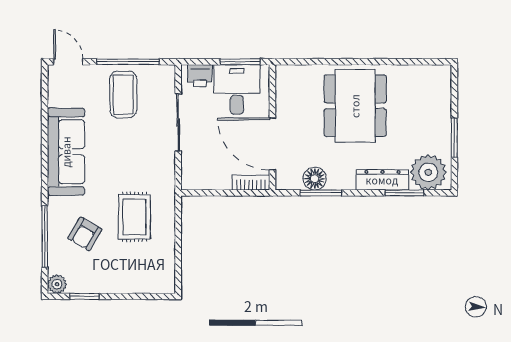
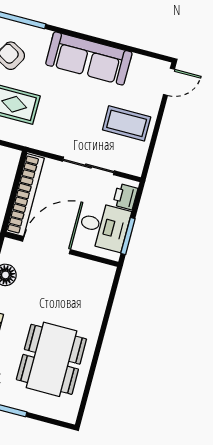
window: (128, 62) -> (155, 135), removed
dining table: (355, 106) -> (51, 359), moved, turned 90
bookcase: (251, 183) -> (25, 195), width x2.31, depth x1.31

